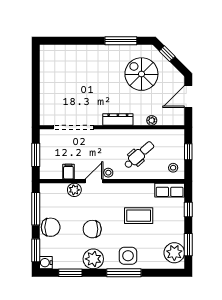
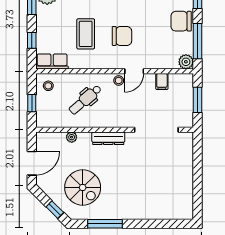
plant: (74, 190) -> (186, 62), moved
coffee table: (139, 216) -> (86, 34), turned 90
chair: (92, 229) -> (122, 36), moved

